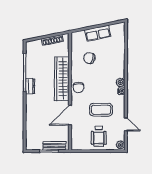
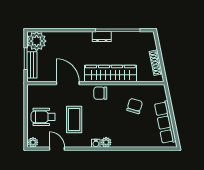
row of seats: (98, 33) -> (165, 122), width x1.48
door: (126, 124) -> (57, 149), swing flipped
plant: (34, 142) -> (37, 41), added

